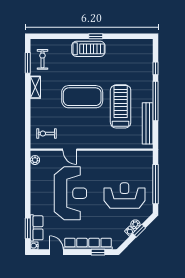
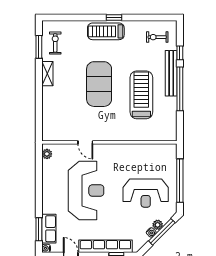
treadmill: (88, 49) -> (106, 31), turned 180
exercise mat: (82, 97) -> (99, 84), turned 90
bench: (148, 123) -> (171, 73), moved
exercise bike: (46, 134) -> (157, 37), moved
reception desk: (125, 196) -> (146, 193), turned 180
window: (139, 231) -> (162, 232), width x2.17

